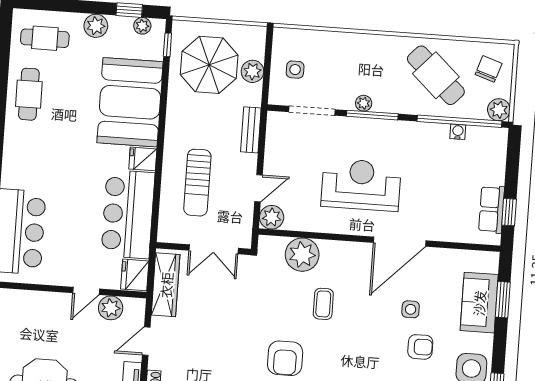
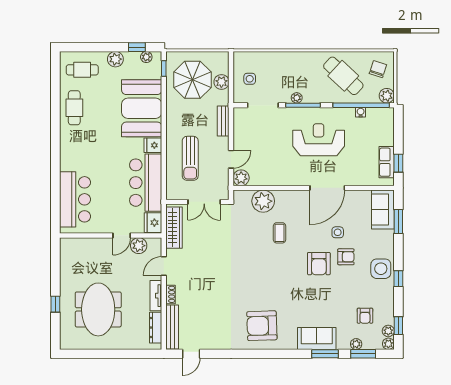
reception desk: (361, 185) -> (319, 140), moved
sofa: (479, 303) -> (383, 210), moved
armchair: (285, 358) -> (319, 264), moved

